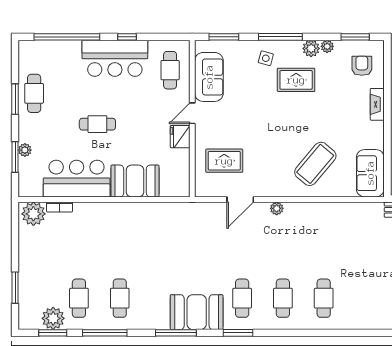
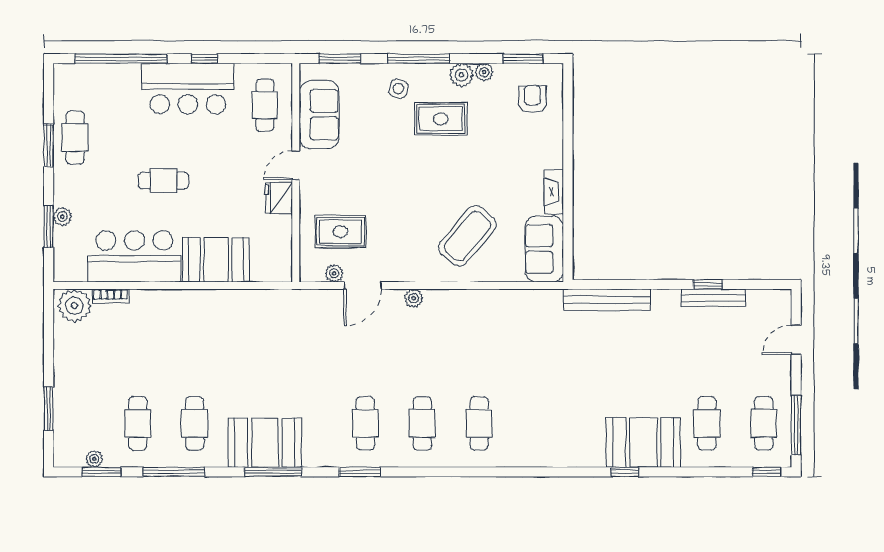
fireplace: (377, 104) -> (554, 192), moved
plant: (220, 191) -> (334, 273), added
booth: (197, 312) -> (265, 443), moved
plant: (53, 318) -> (94, 459), width x0.53, depth x0.53

